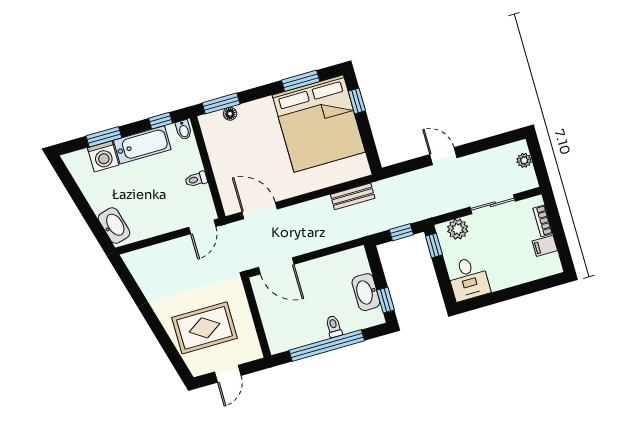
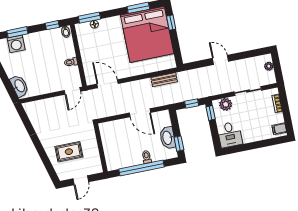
bathtub: (142, 145) -> (40, 39), removed
filing cabinet: (545, 246) -> (279, 129), moved
door: (276, 266) -> (140, 113), moved
rug: (205, 328) -> (69, 152), width x0.73, depth x0.70

